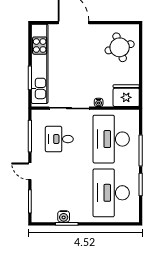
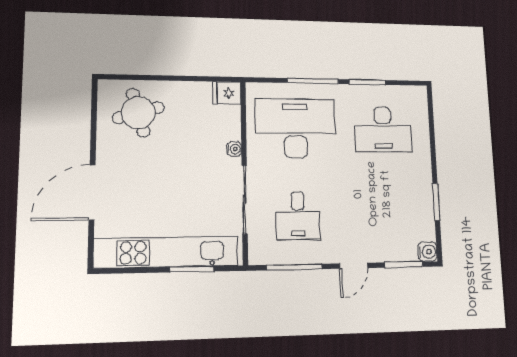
fridge: (126, 96) -> (227, 93), width x0.53, depth x0.75
desk: (111, 139) -> (296, 128), turned 180
desk: (111, 193) -> (383, 129), width x0.73, depth x0.77
water cooler: (64, 216) -> (427, 252), moved

